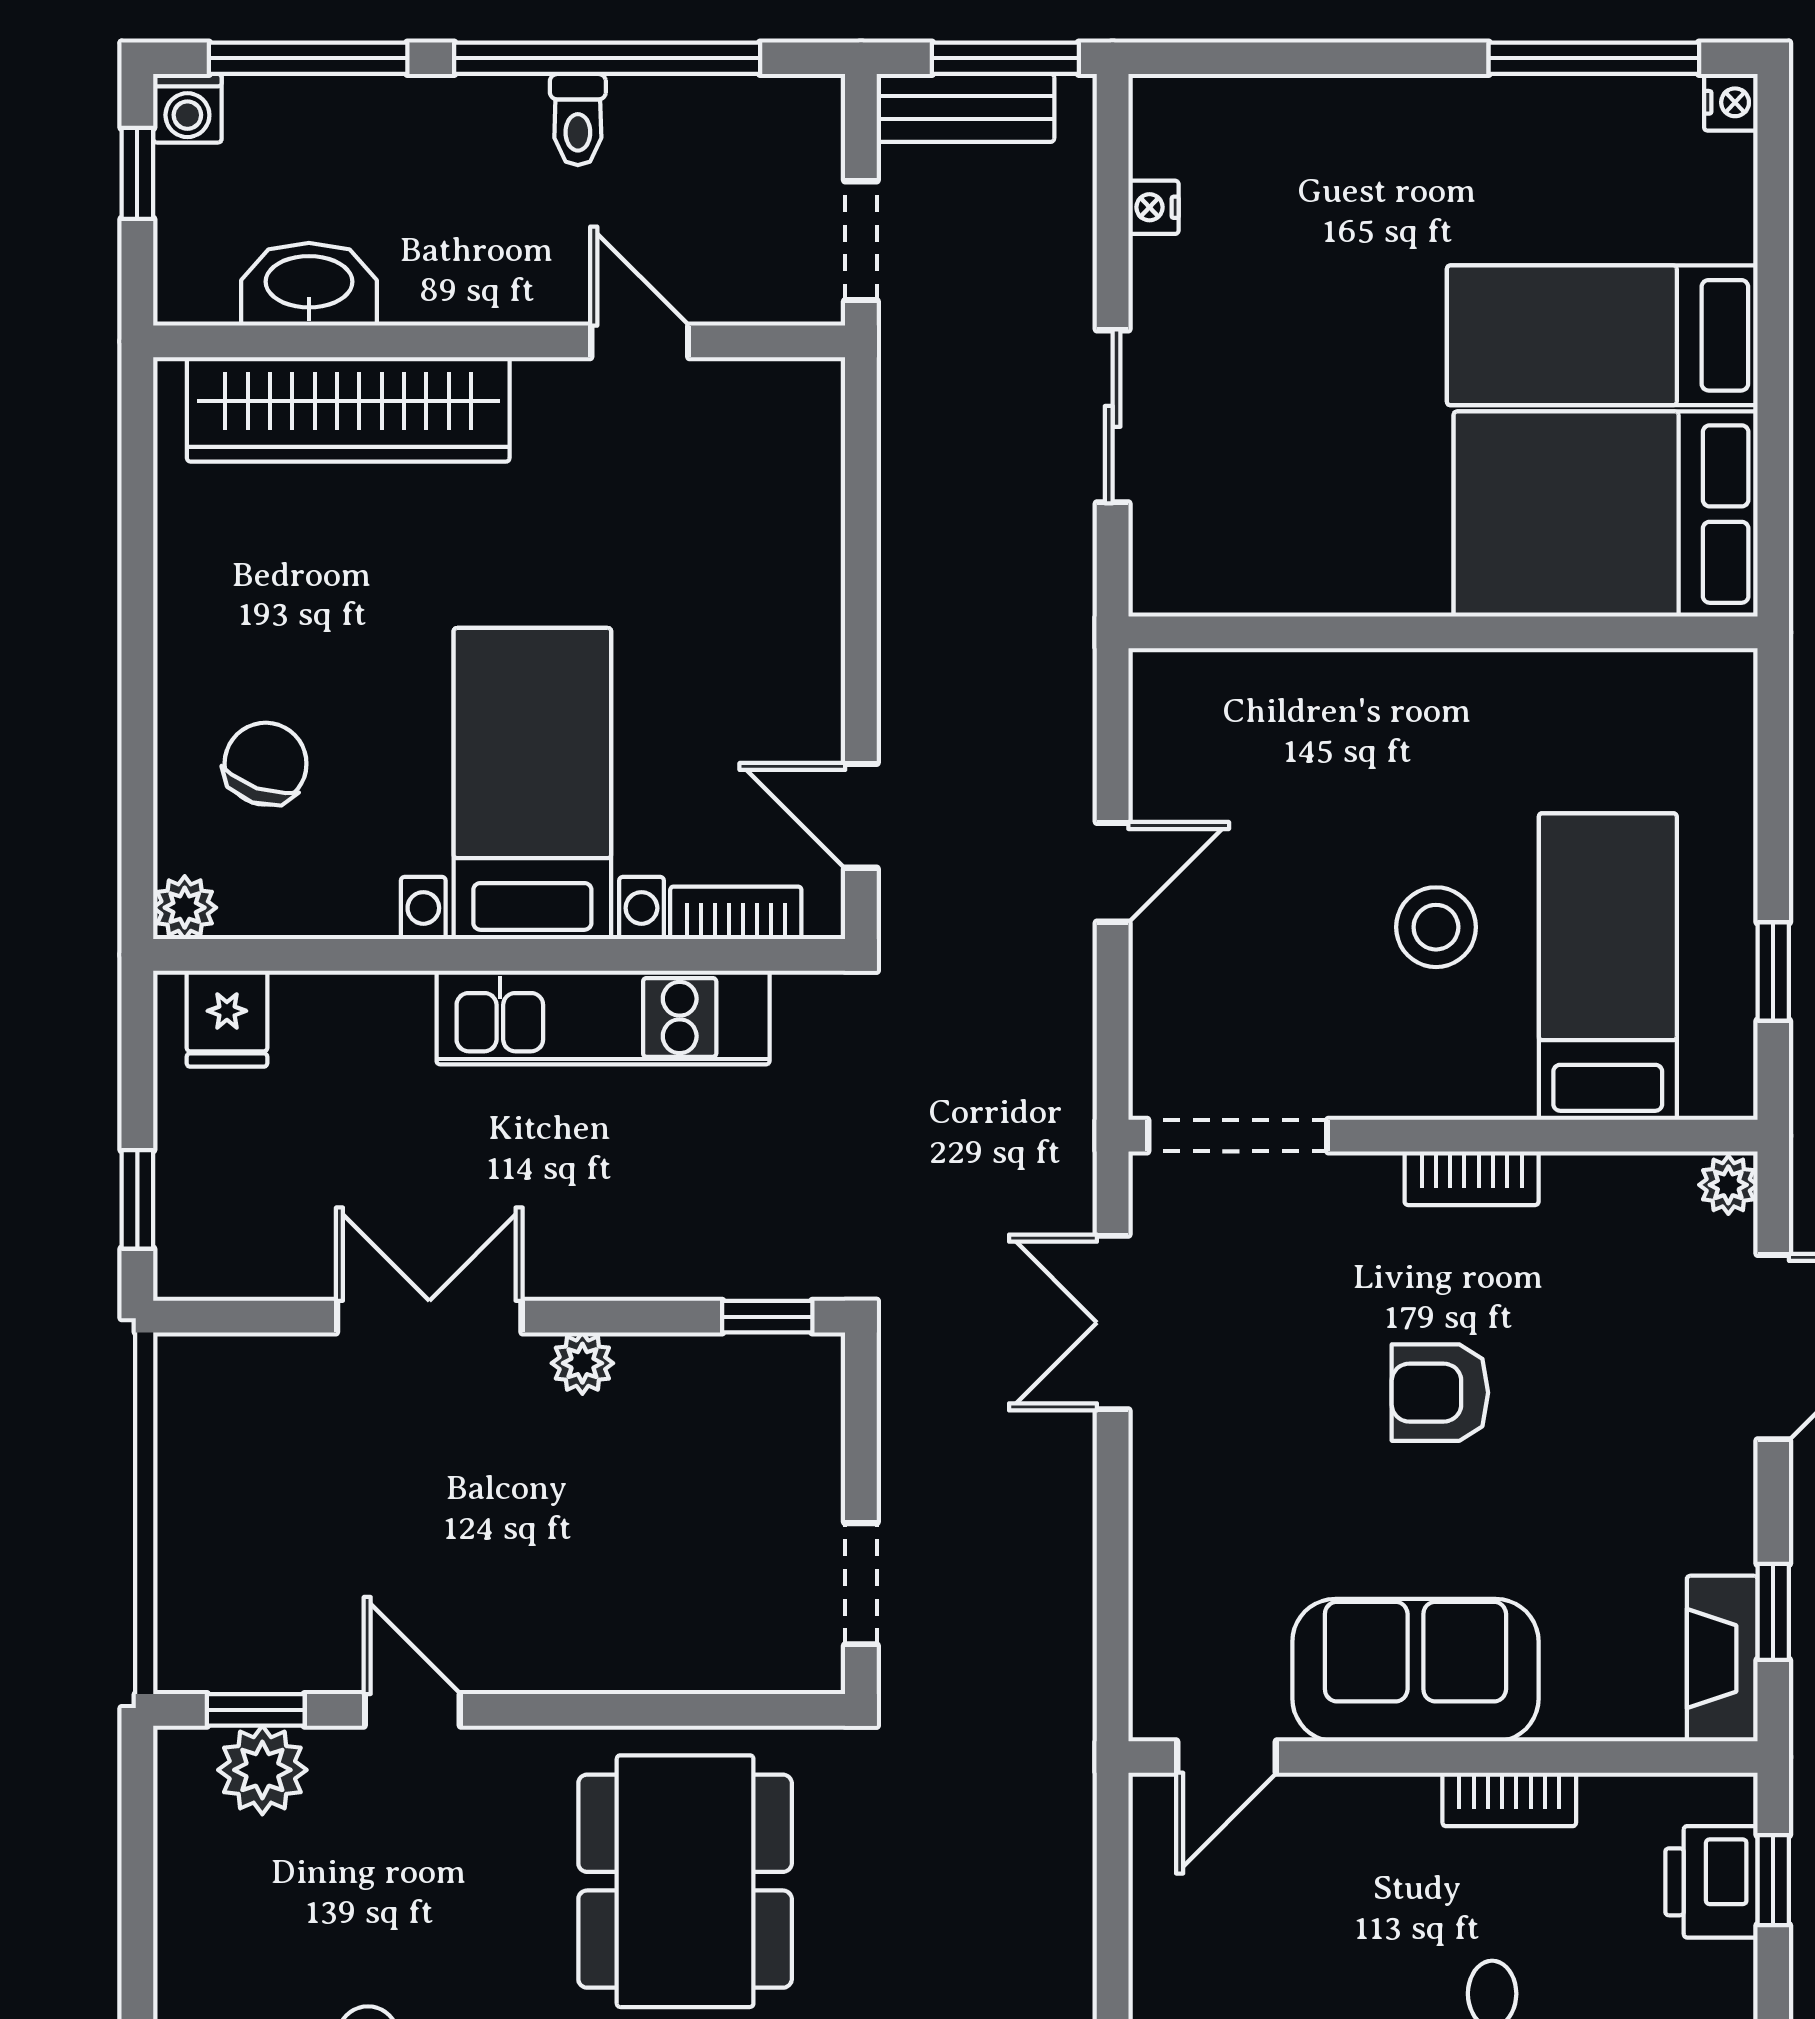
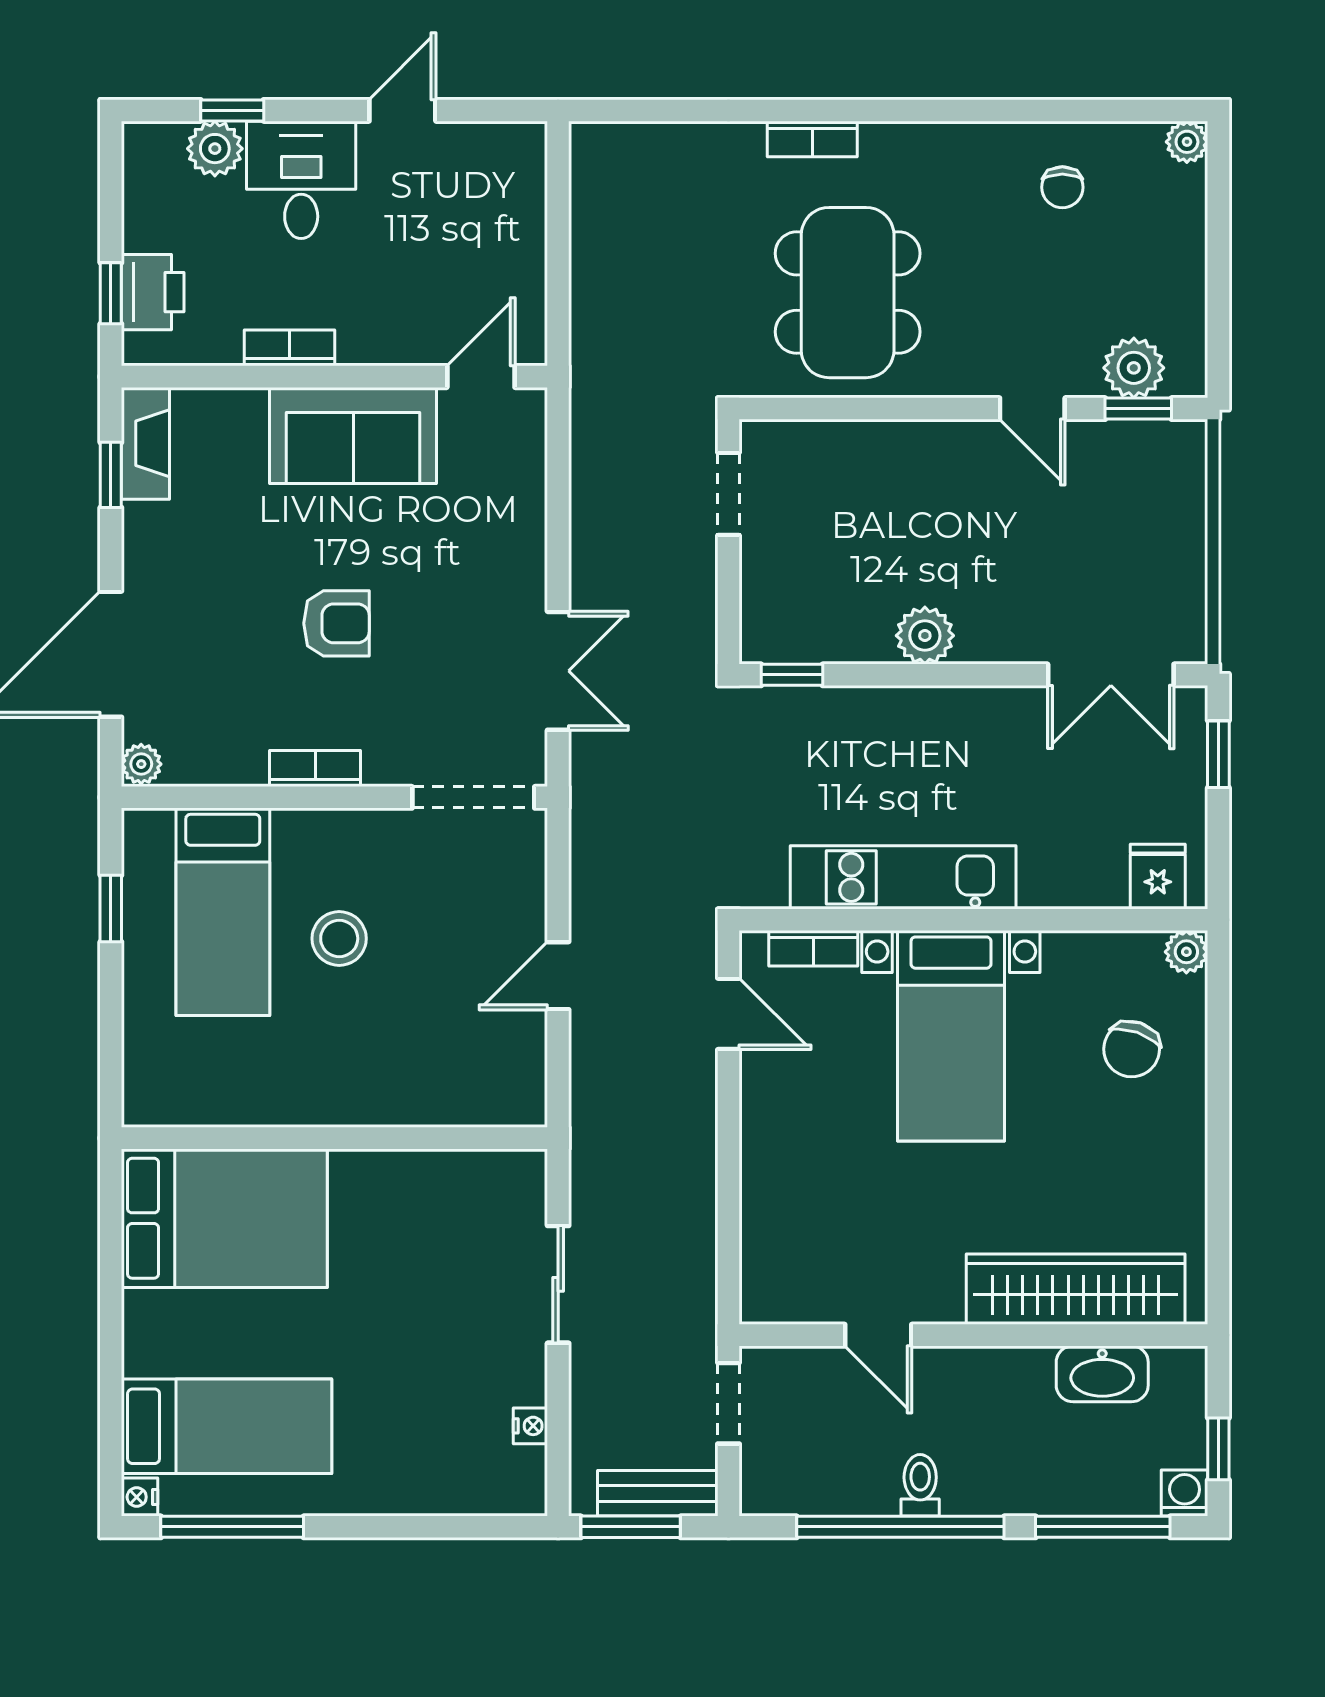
bed: (1602, 335) -> (227, 1426), moved
double door: (429, 1317) -> (1111, 675), moved
plant: (582, 1363) -> (925, 636), width x1.38, depth x1.38

